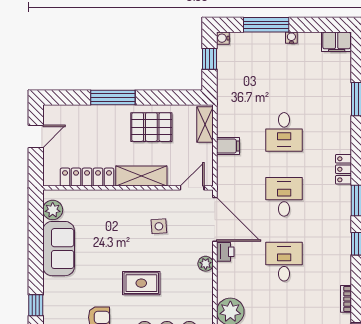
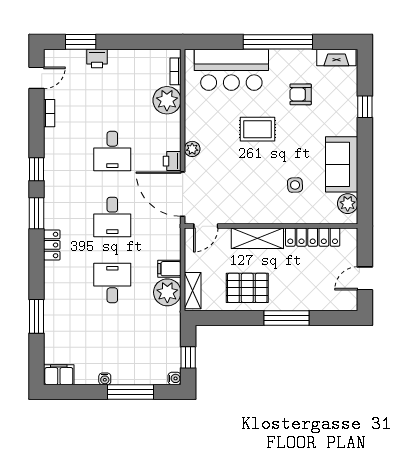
plant: (230, 123) -> (167, 292), added
side table: (159, 226) -> (295, 185), moved

